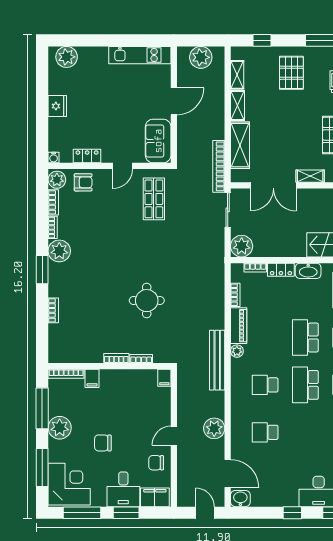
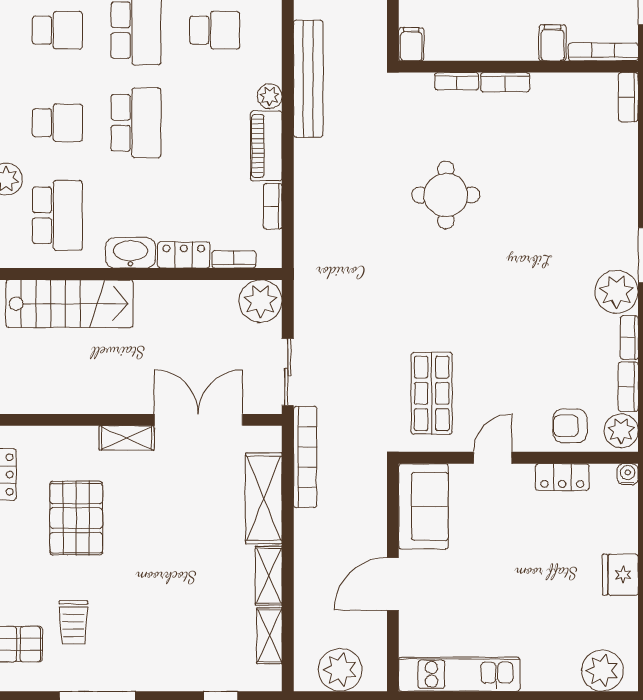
pallet: (291, 73) -> (163, 640), removed
bookcase: (53, 310) -> (628, 97), moved

